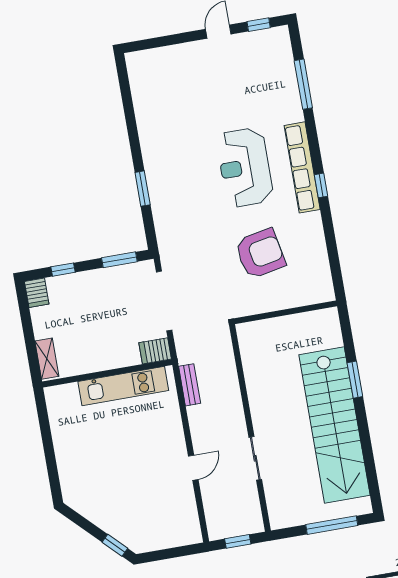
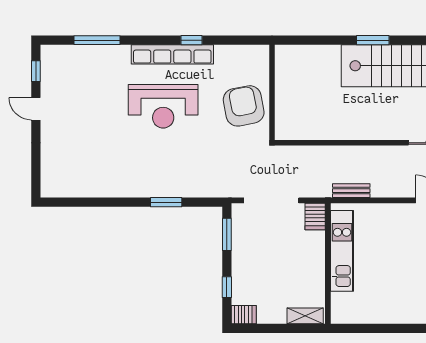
wall: (285, 312) -> (272, 92), moved

